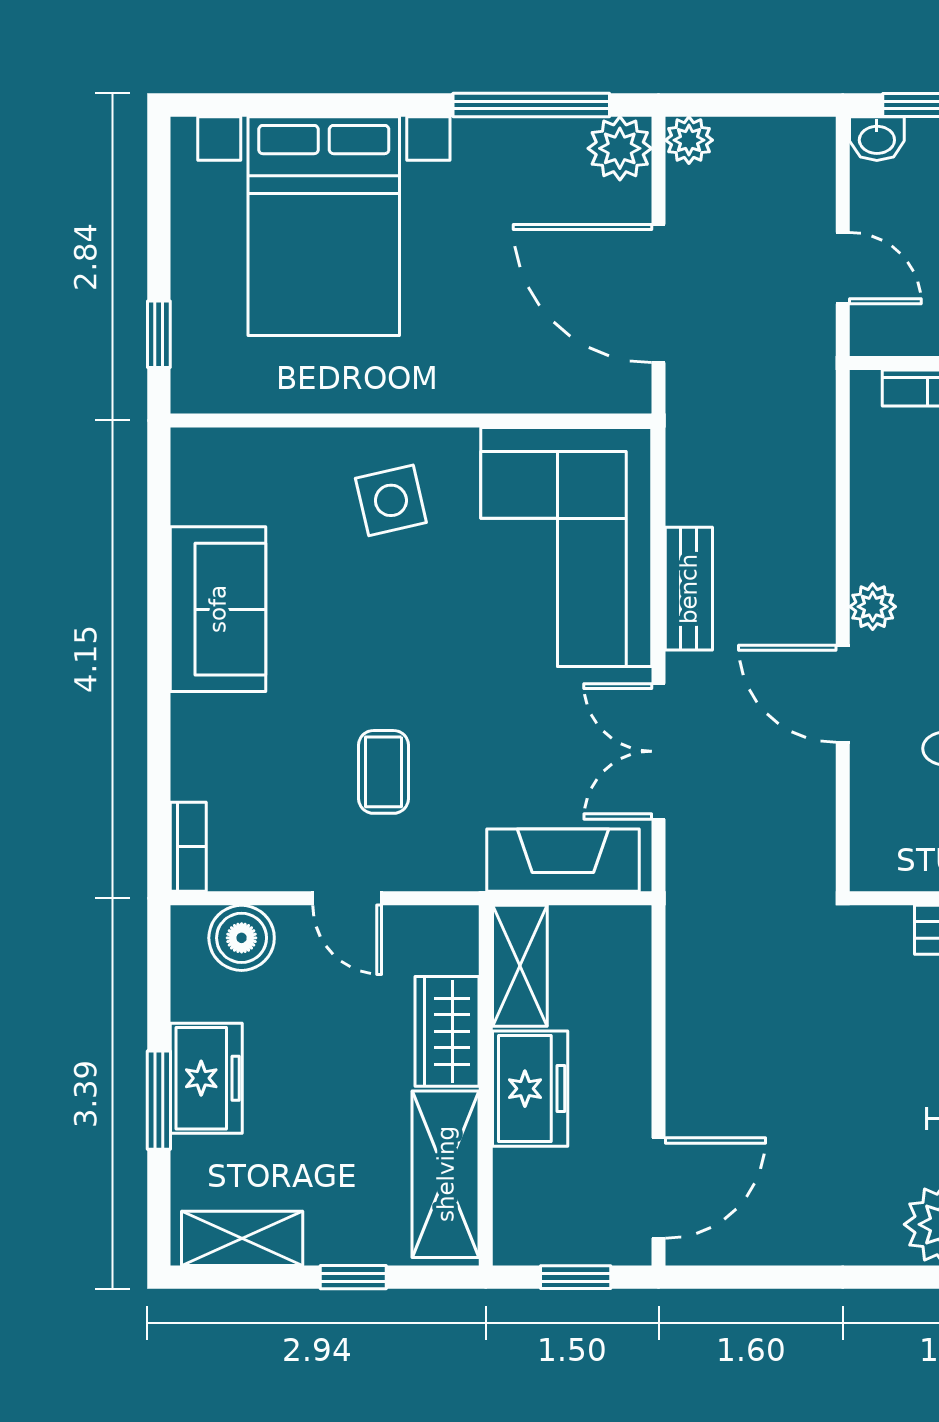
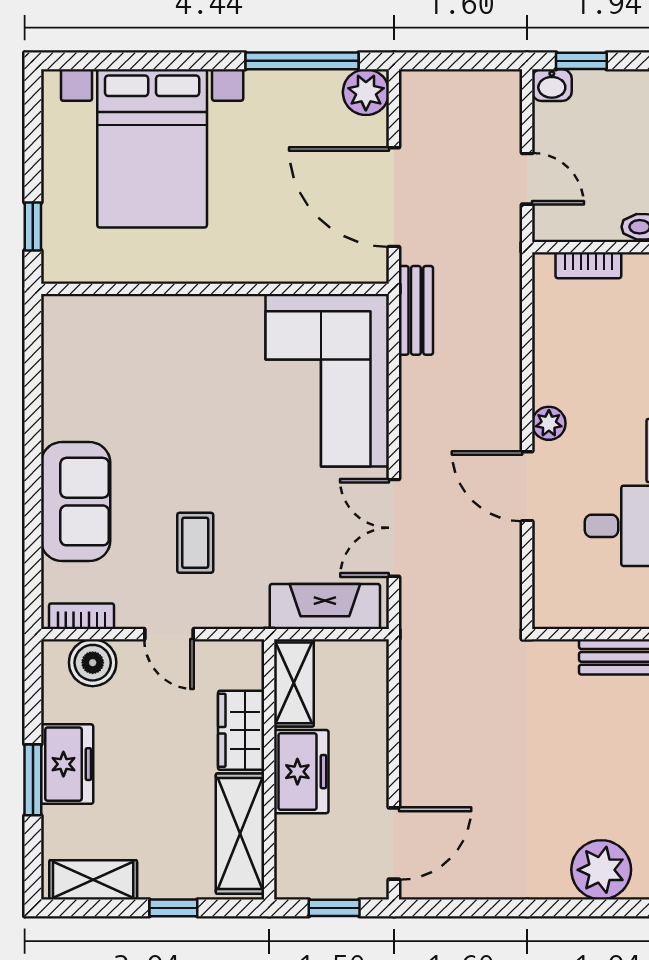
plant: (689, 140) -> (416, 86), removed
side table: (391, 500) -> (201, 347), removed
bench: (689, 589) -> (416, 310), moved
sofa: (218, 609) -> (76, 502), moved
bookcase: (188, 847) -> (81, 616), moved, turned -90

